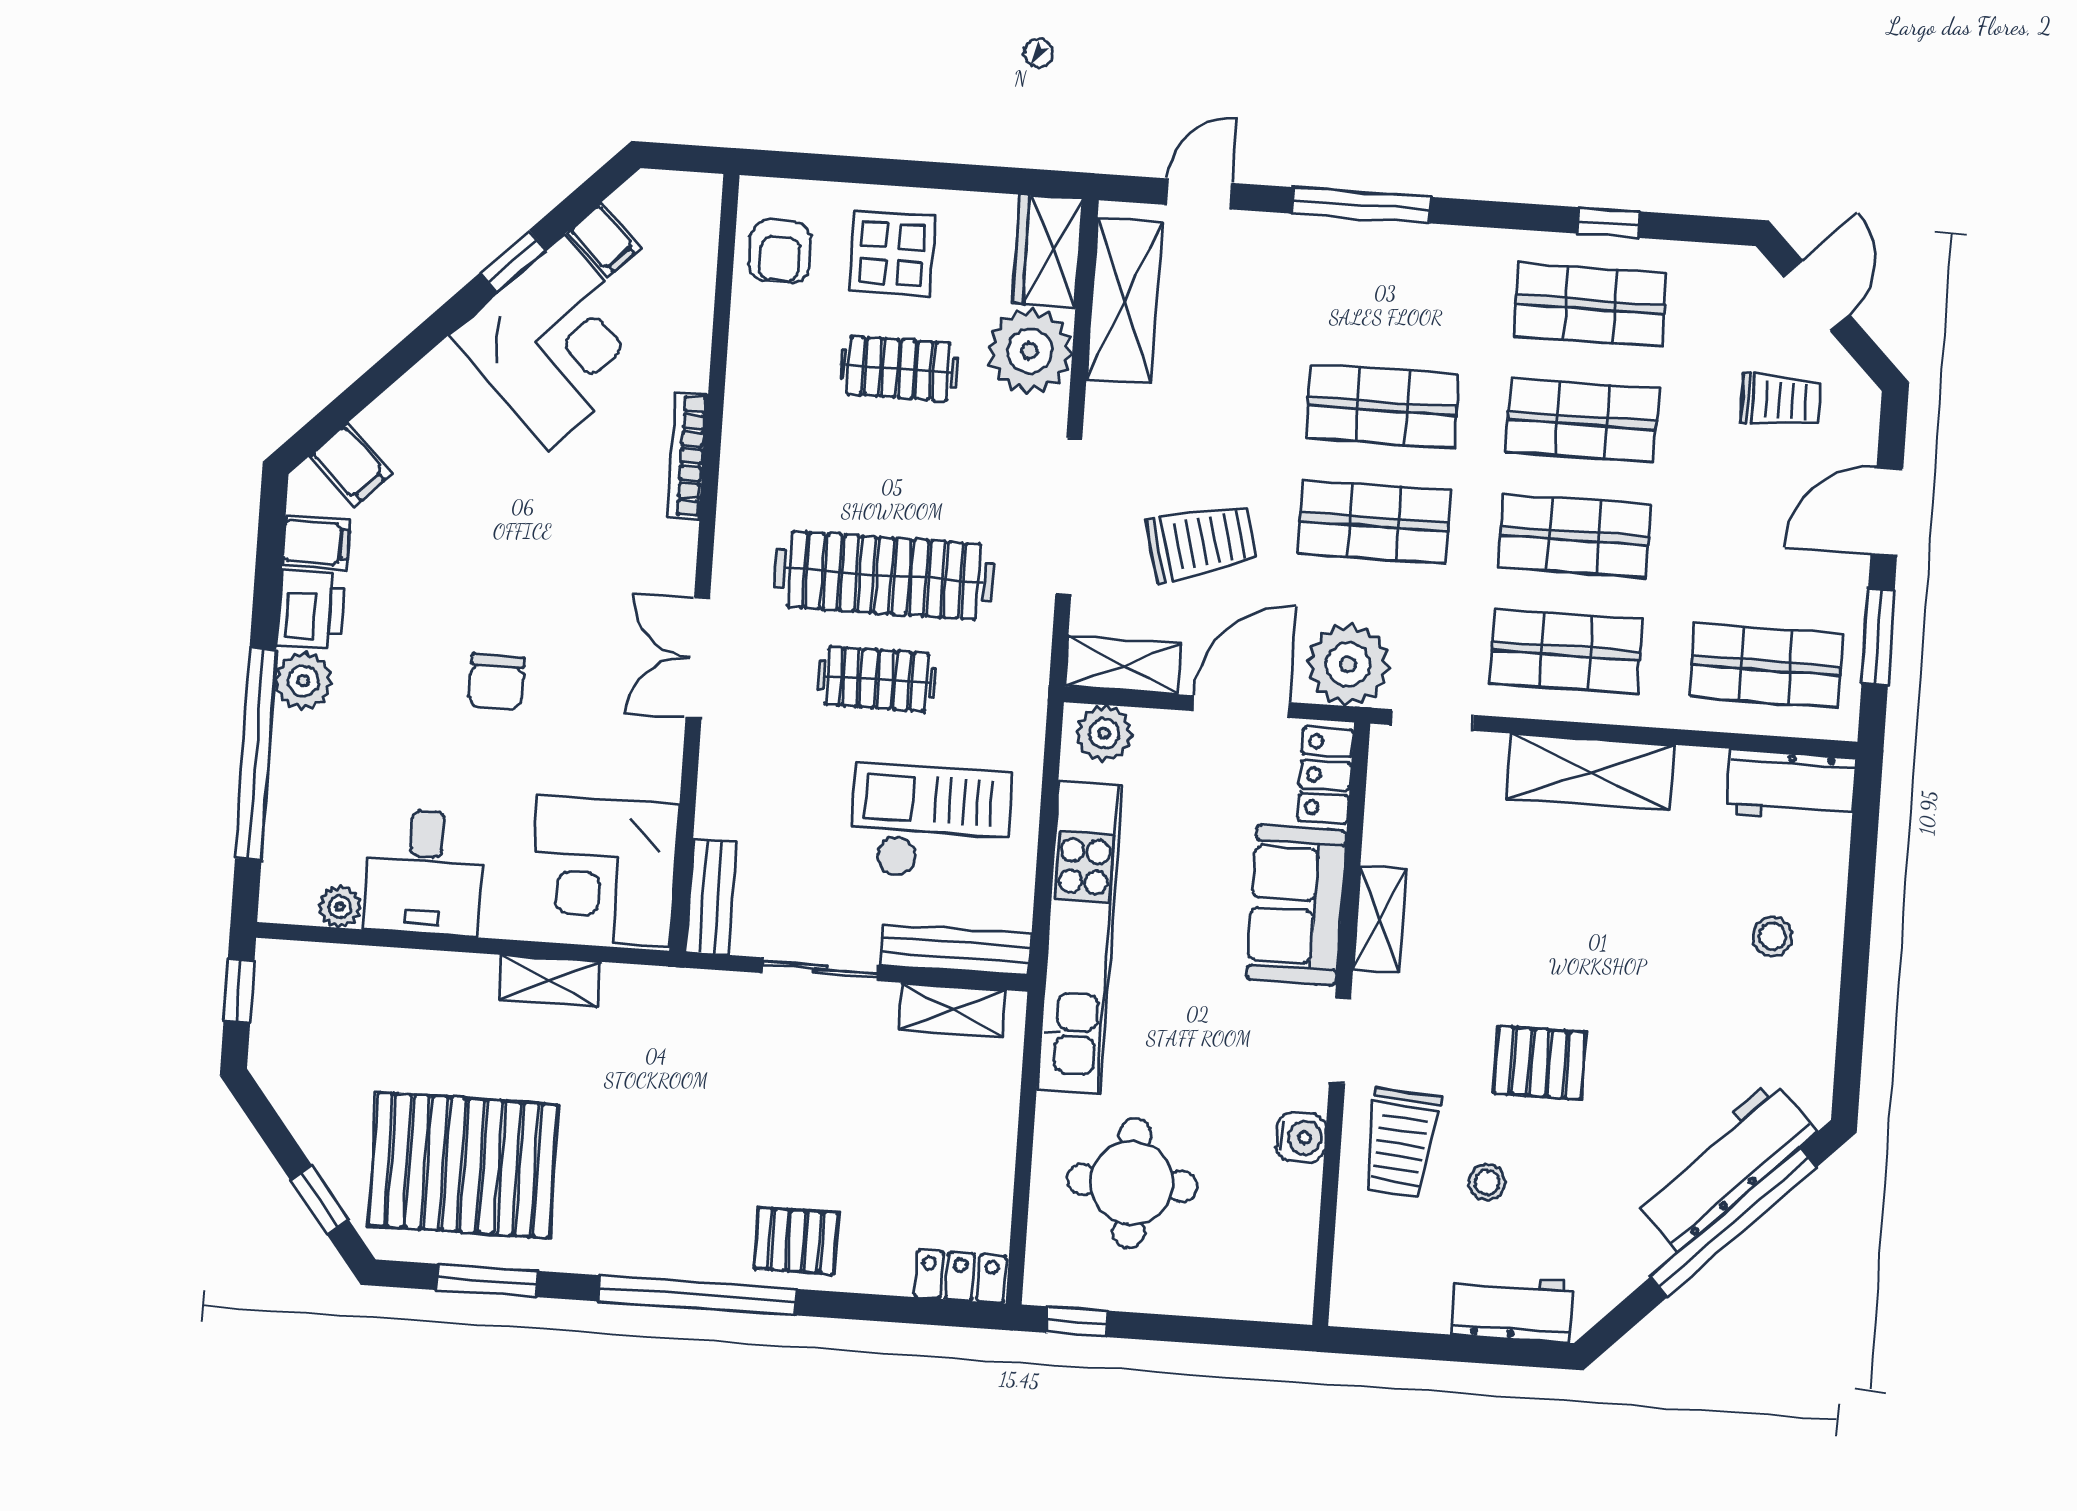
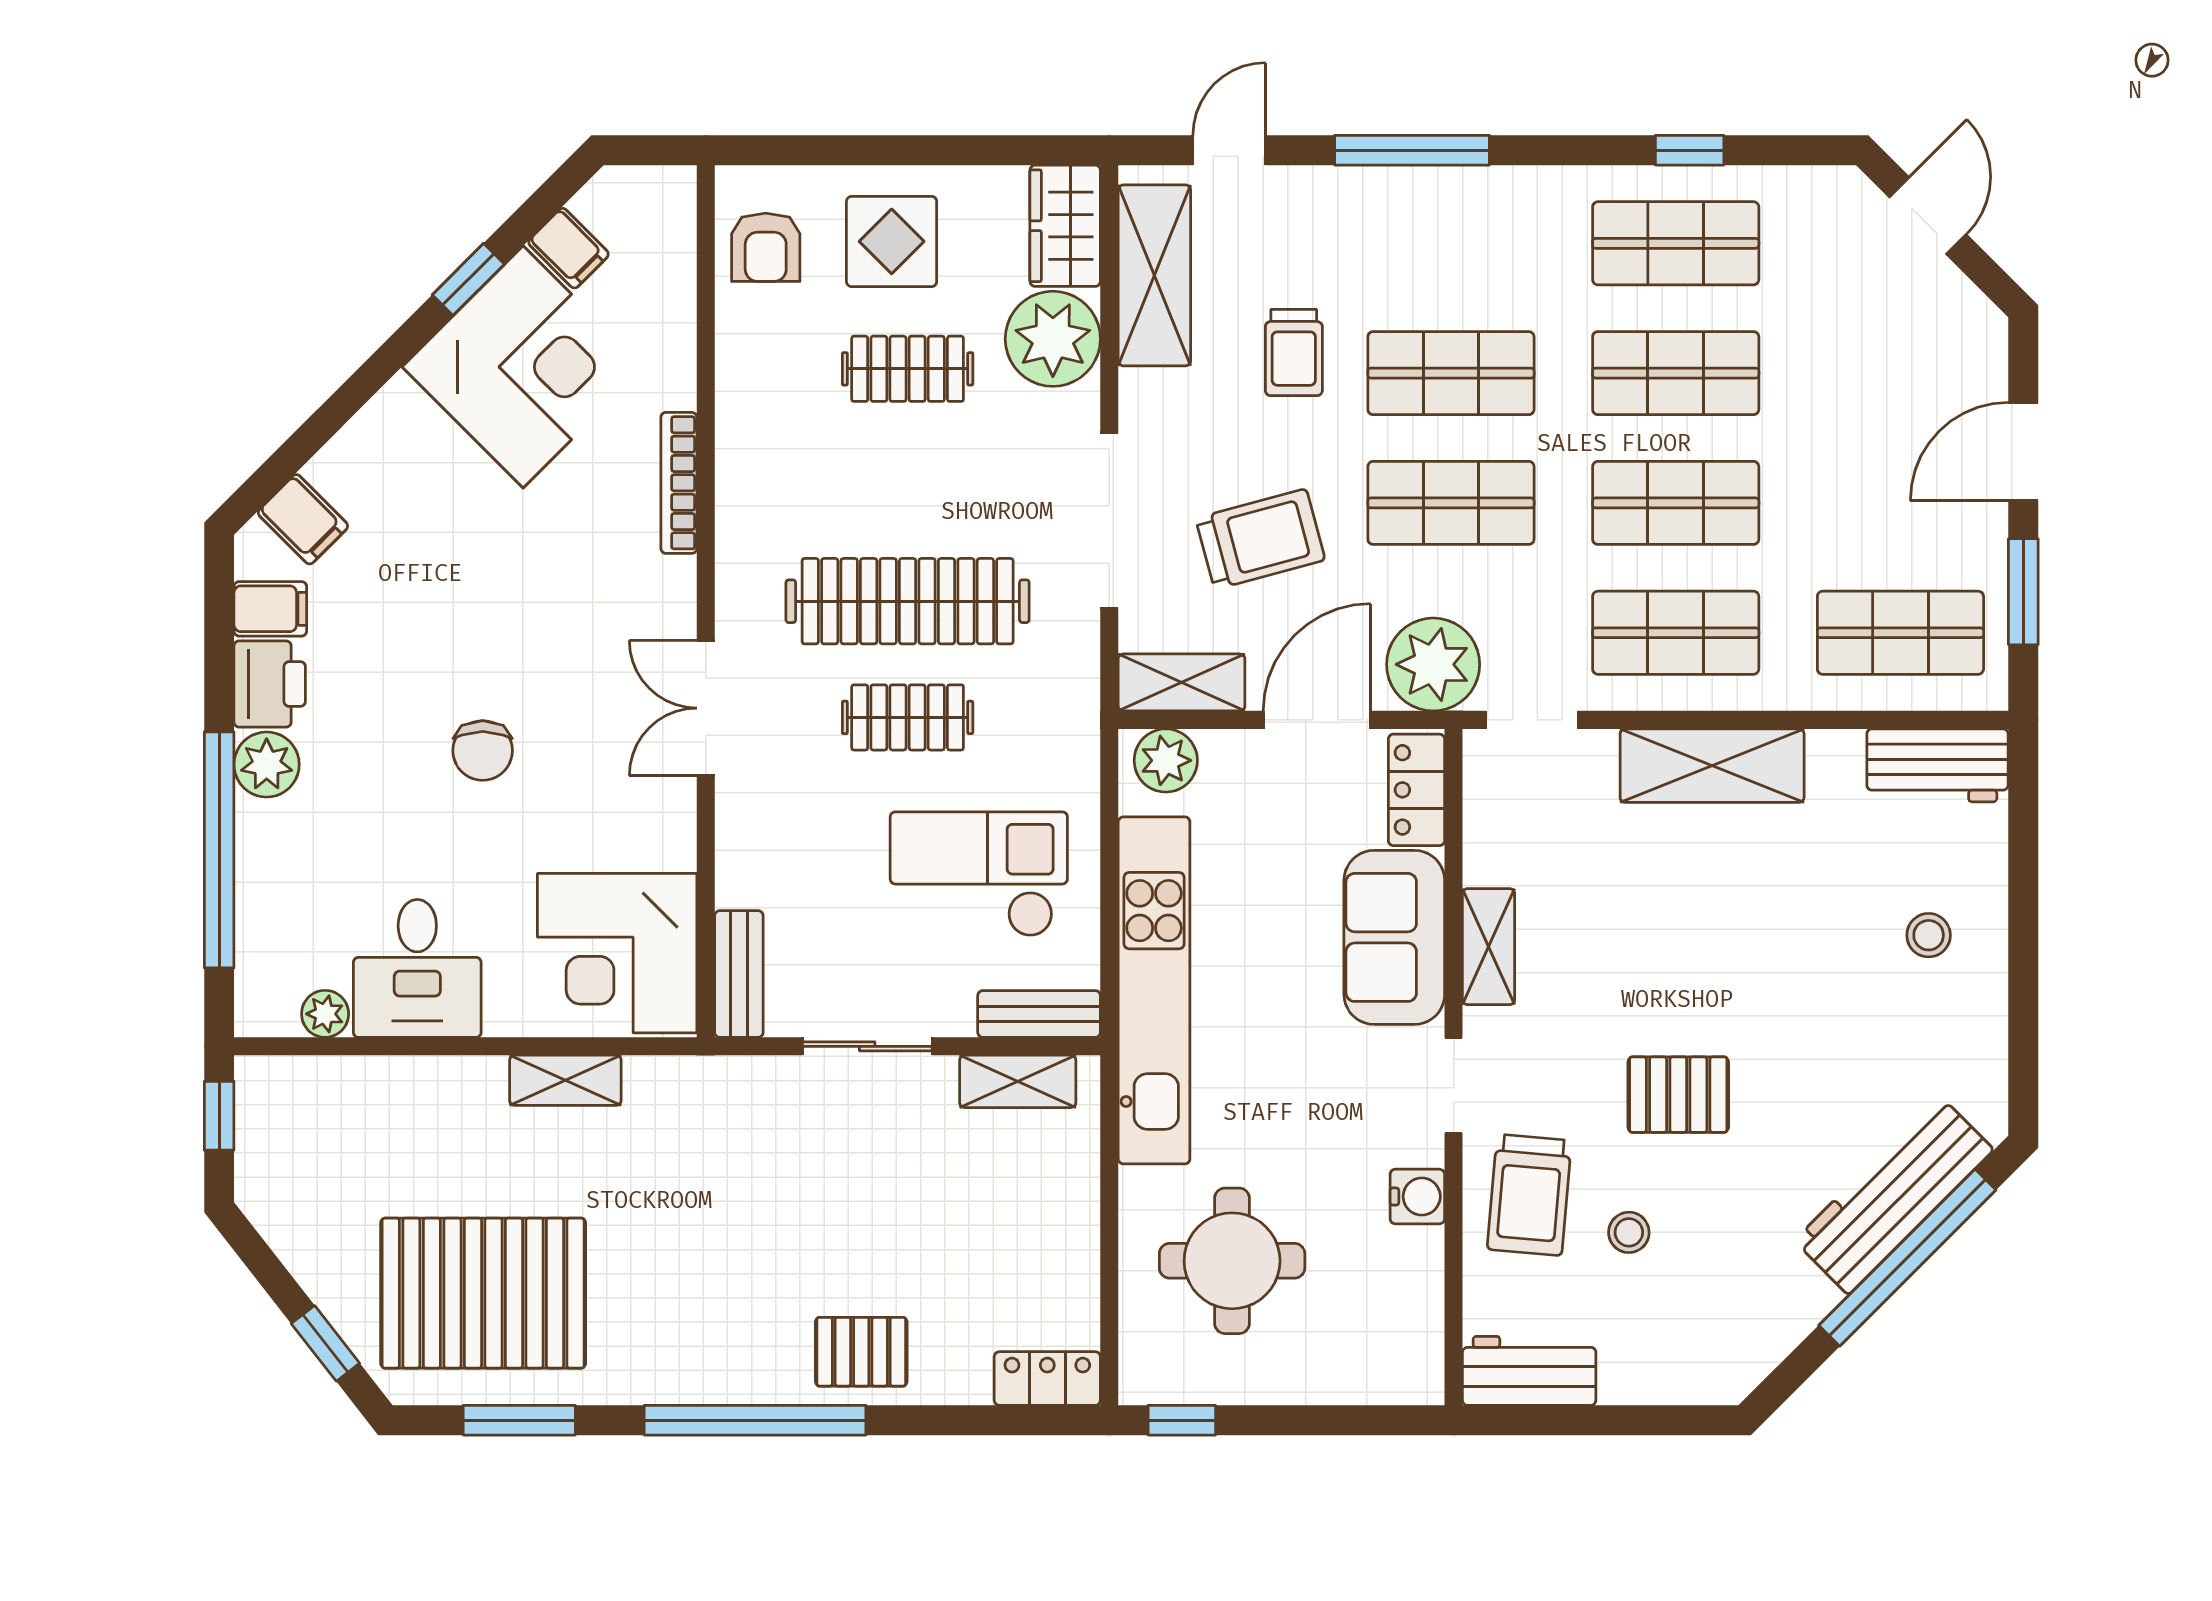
trolley: (1781, 400) -> (1294, 353), moved, turned 90
bench: (956, 950) -> (1039, 1014), width x0.73
workbench: (1512, 1308) -> (1529, 1371), moved

